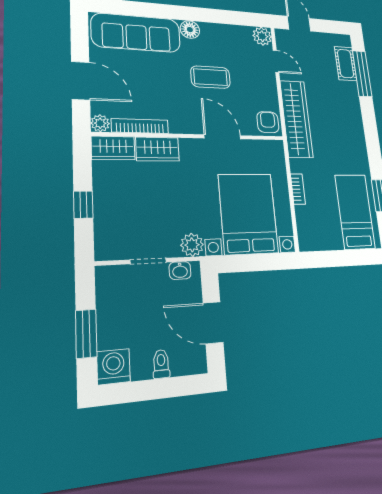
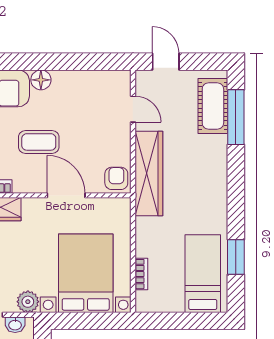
plant: (262, 36) -> (120, 81), removed
cot: (346, 64) -> (213, 106), width x1.37, depth x1.34
coffee table: (211, 77) -> (39, 142), moved
bookcase: (298, 189) -> (141, 274), moved

